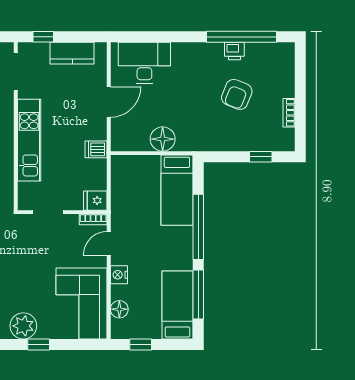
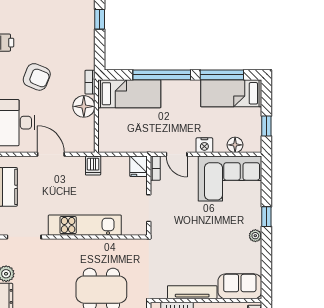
armchair: (237, 94) -> (37, 77), moved
bookcase: (190, 146) -> (90, 82), added
plant: (23, 326) -> (255, 236), width x0.53, depth x0.53

